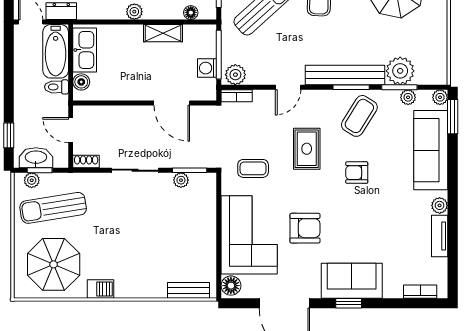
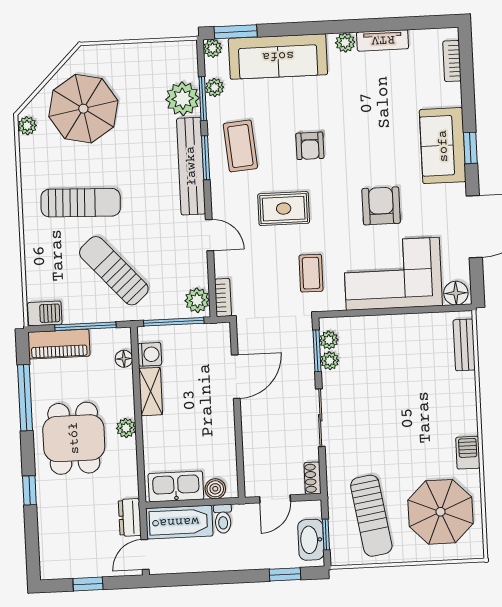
washing machine: (207, 68) -> (150, 354), moved, turned -90
coffee table: (359, 116) -> (240, 146), turned 53
plant: (32, 180) -> (329, 340), moved

